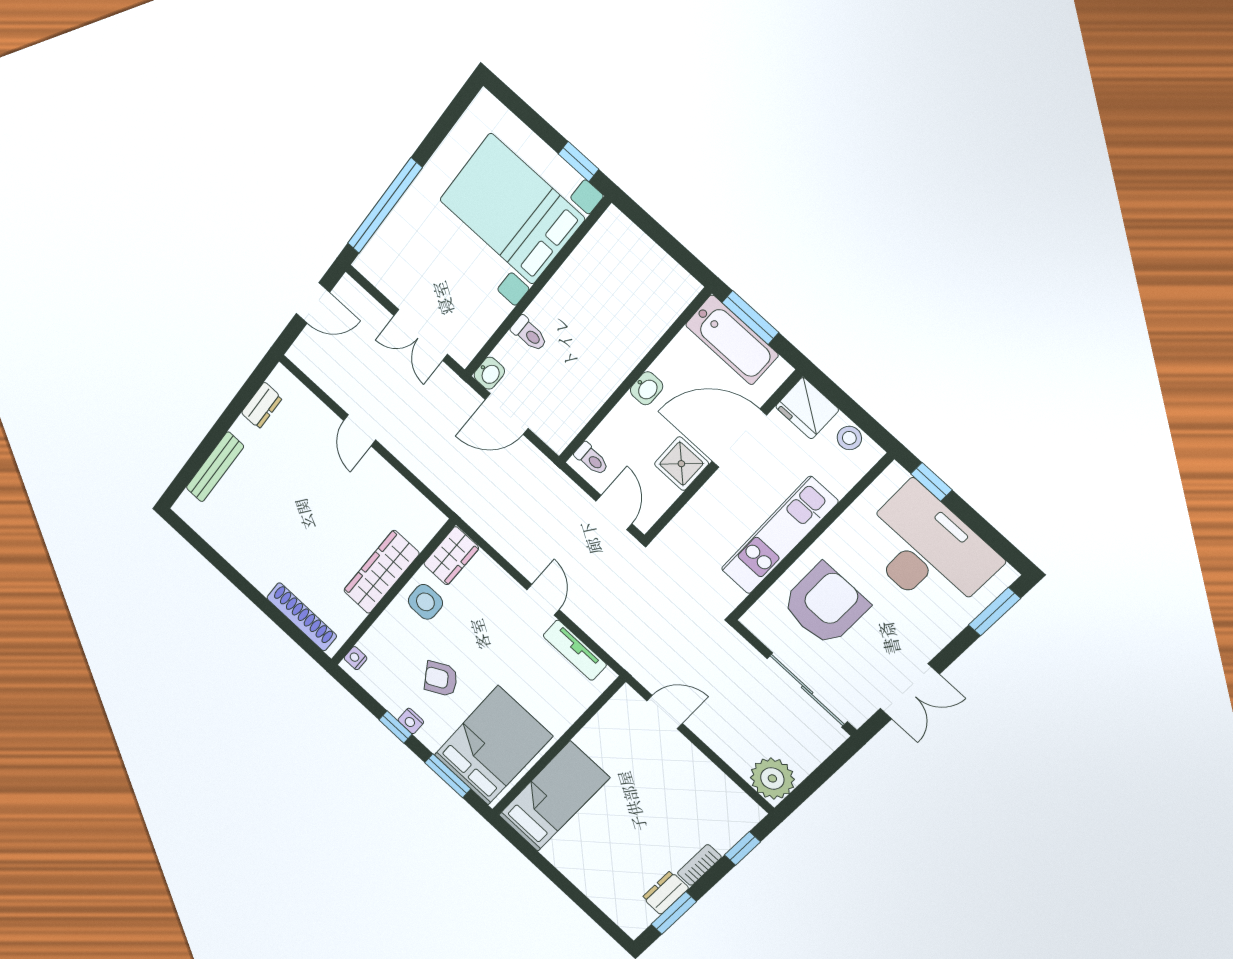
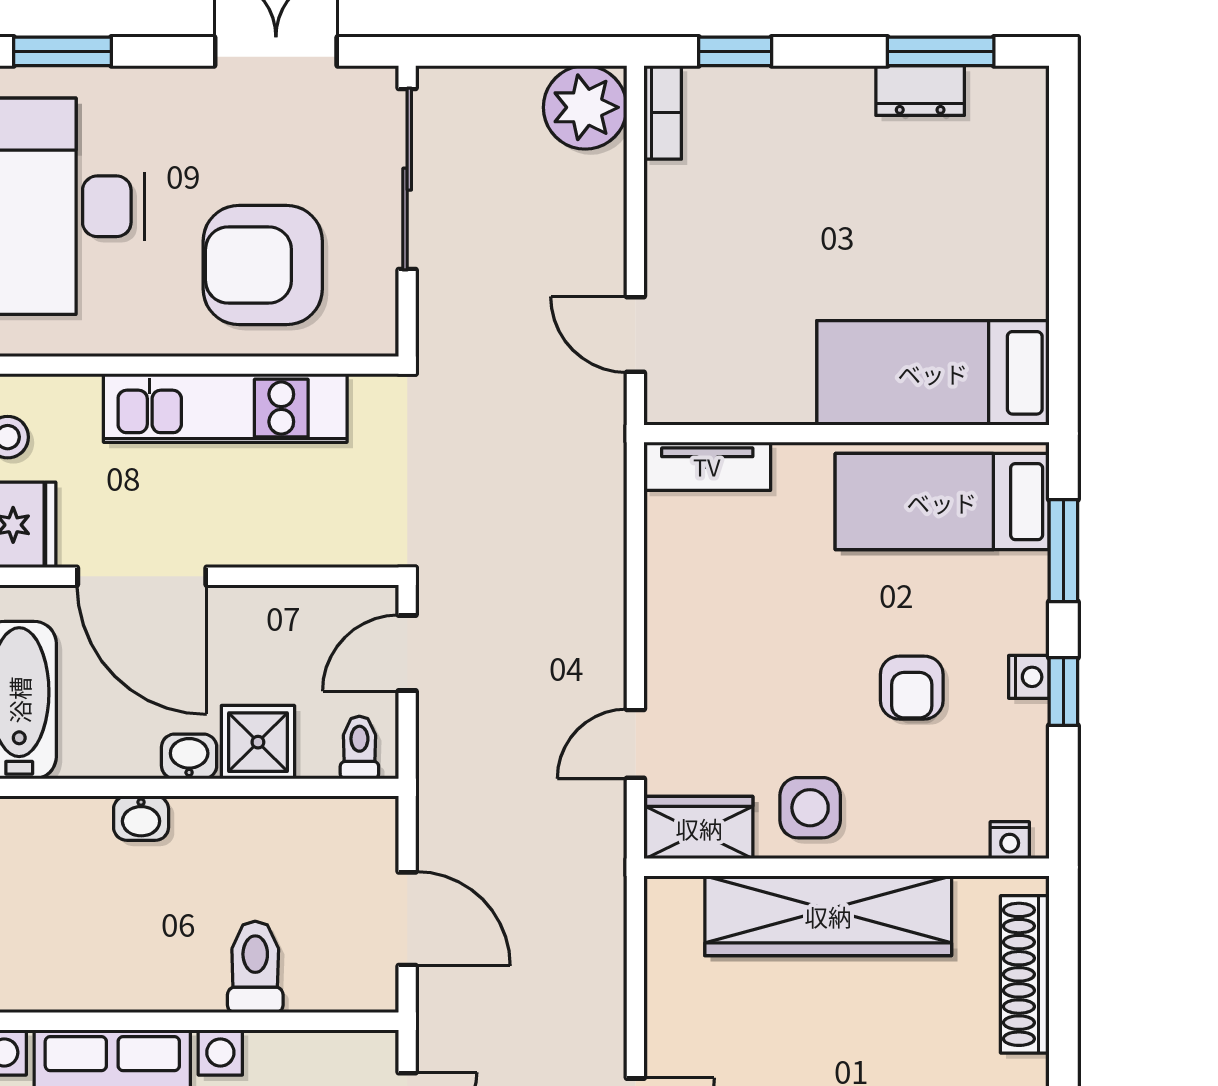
toilet: (529, 334) -> (255, 967), width x1.37, depth x1.39
washbasin: (489, 373) -> (141, 818), moved, turned 180
shower: (681, 464) -> (258, 742), moved
wardrobe: (381, 572) -> (828, 916), width x1.40, depth x1.17
door: (543, 600) -> (635, 744), moved
tv unit: (575, 650) -> (707, 466), moved, turned 90
armchair: (441, 679) -> (912, 688), turned 31
bed: (493, 746) -> (942, 502), width x0.67
bookcase: (699, 865) -> (663, 112), moved, turned -90

